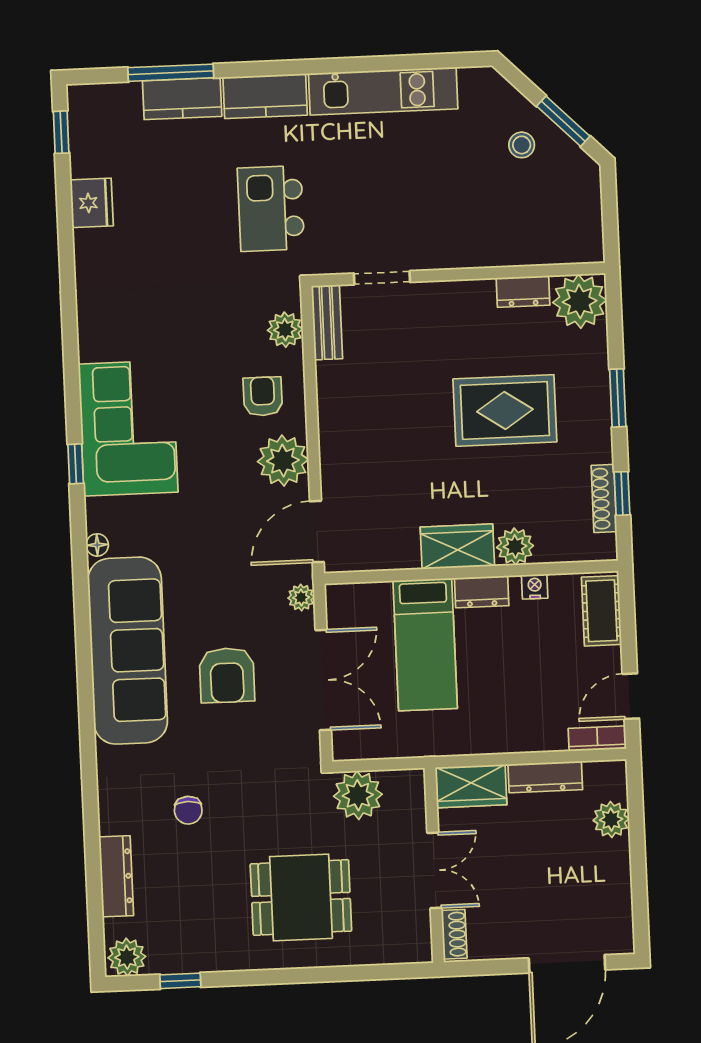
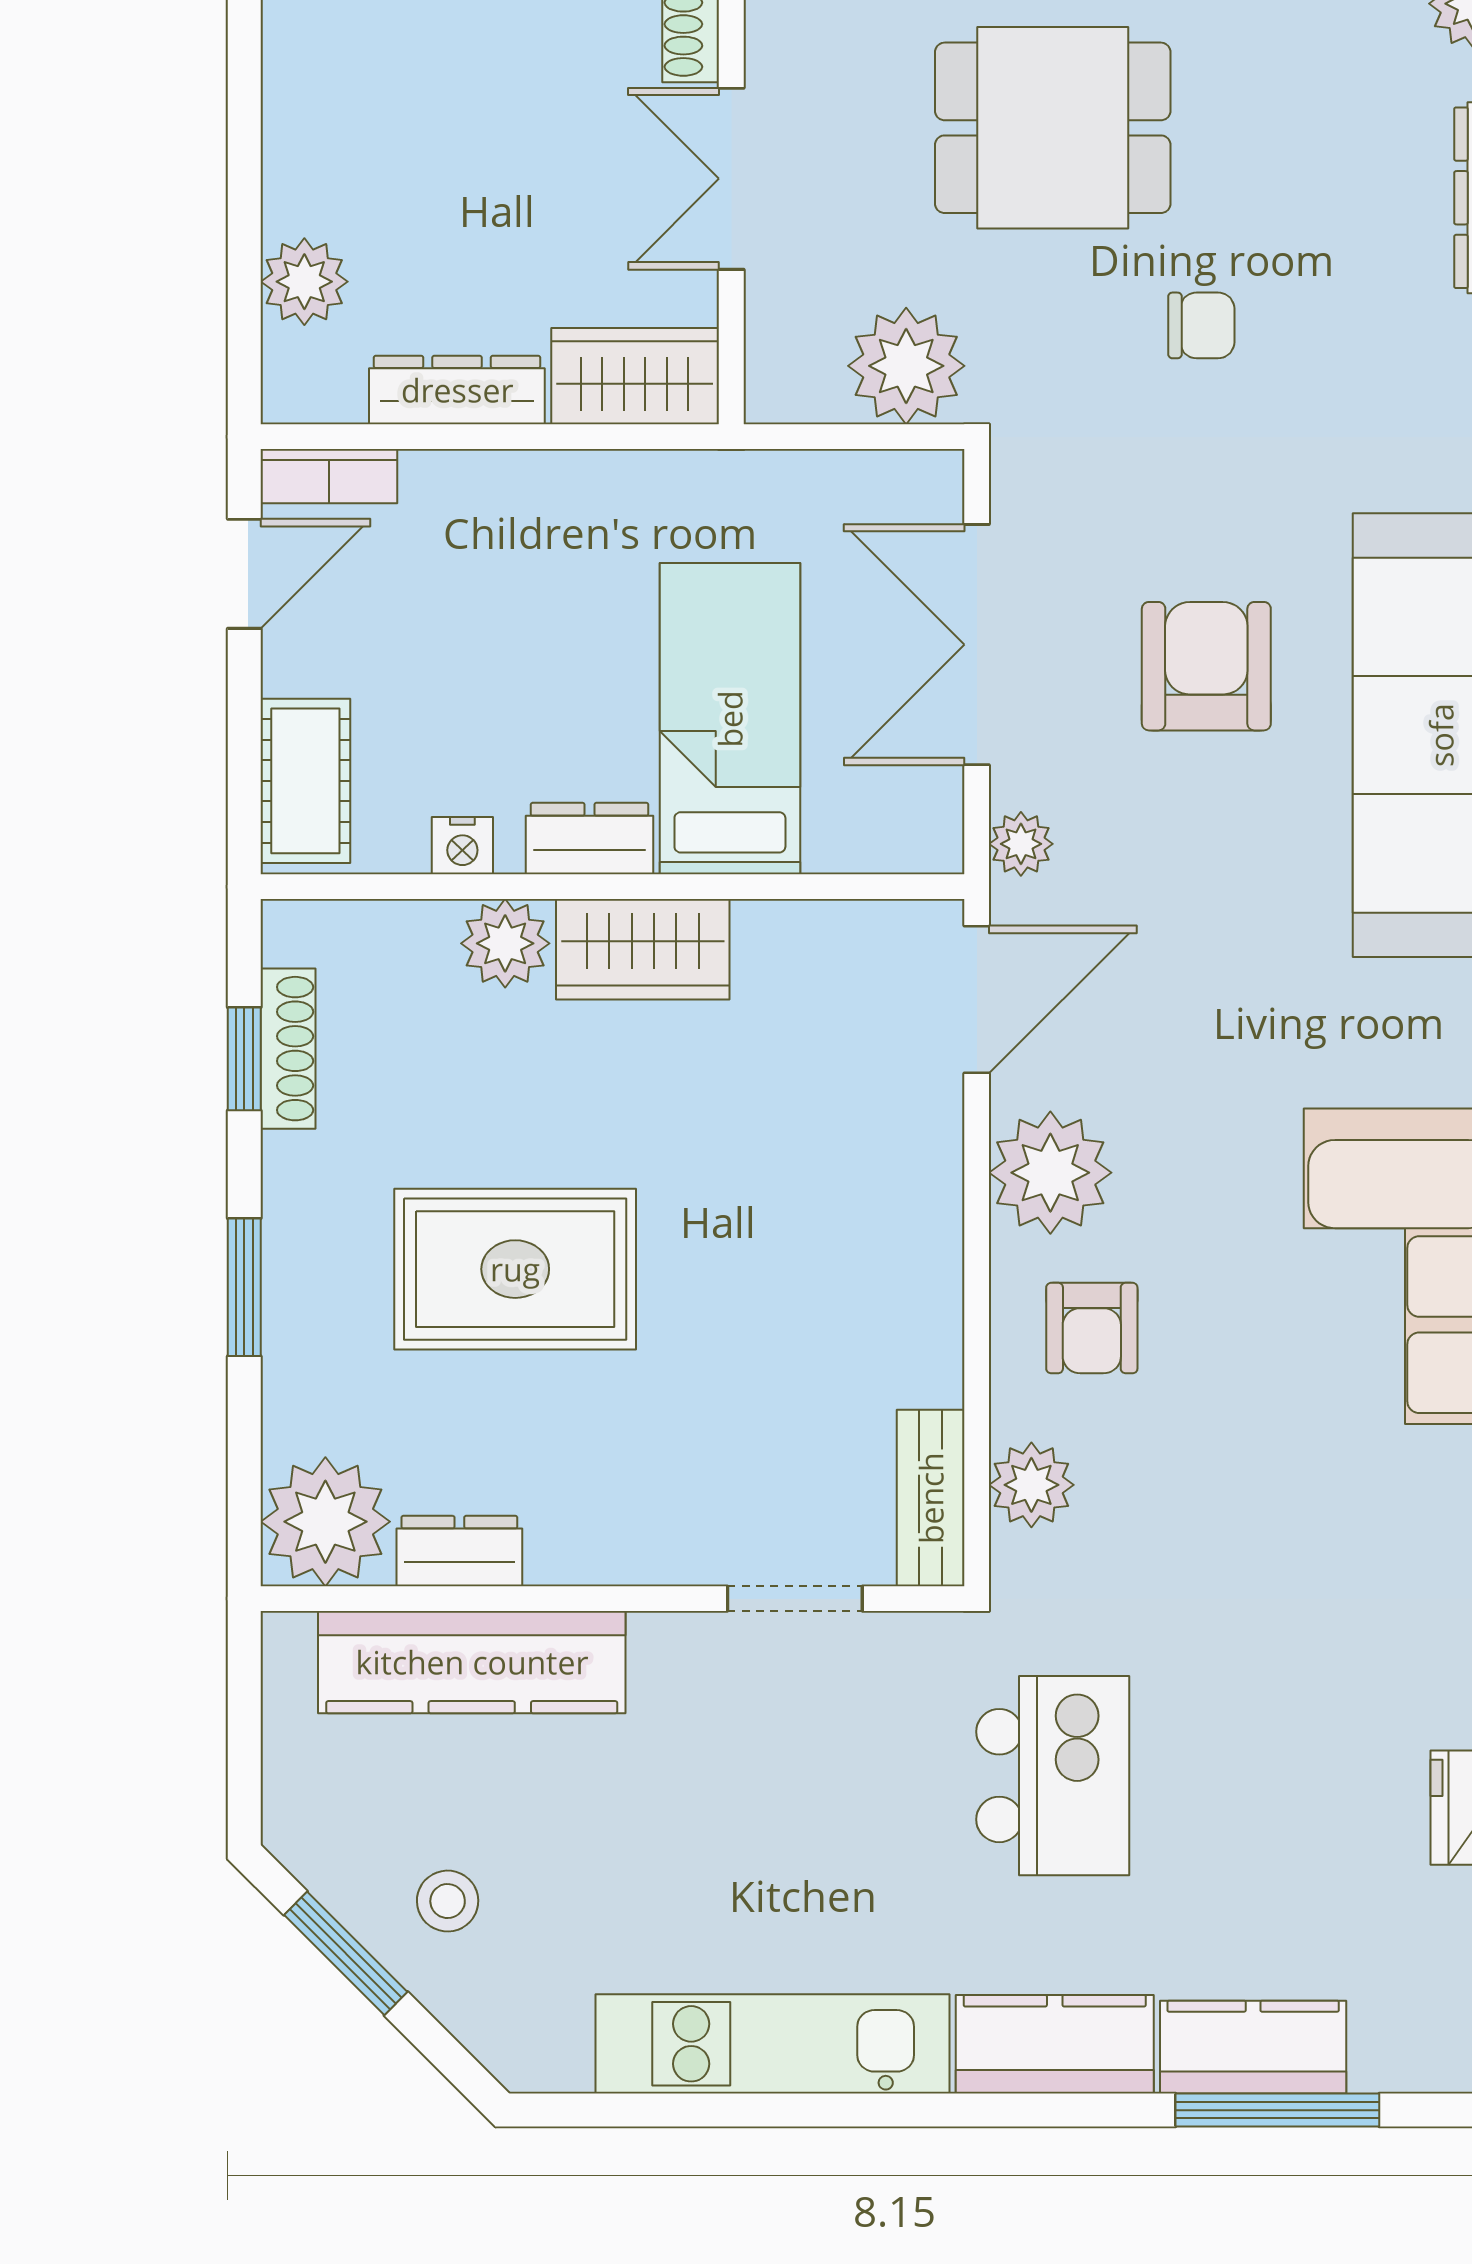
kitchen counter: (516, 245) -> (472, 1662), added
chair: (188, 810) -> (1201, 325), moved, turned 90

